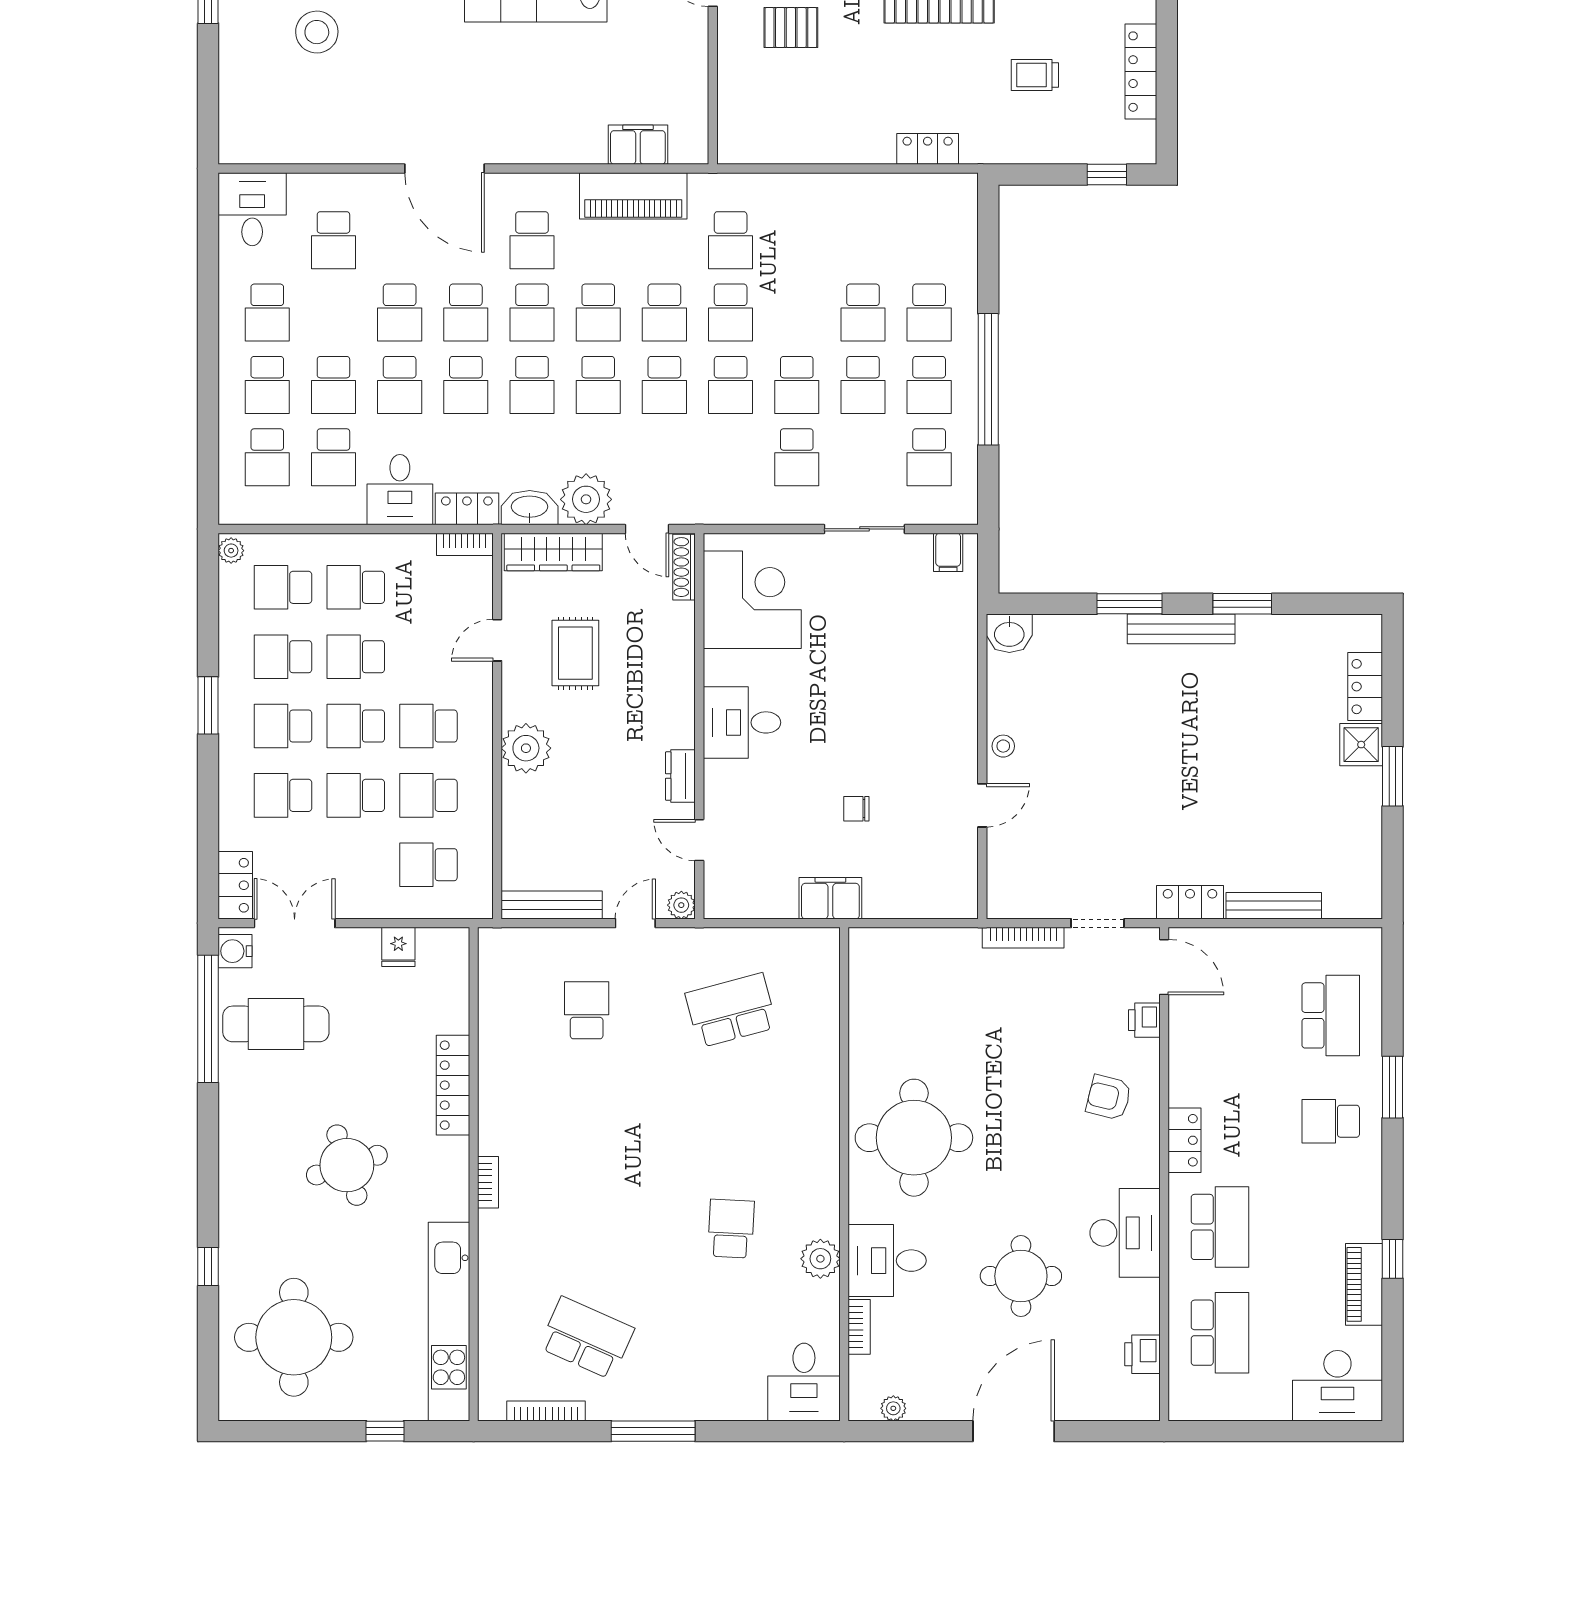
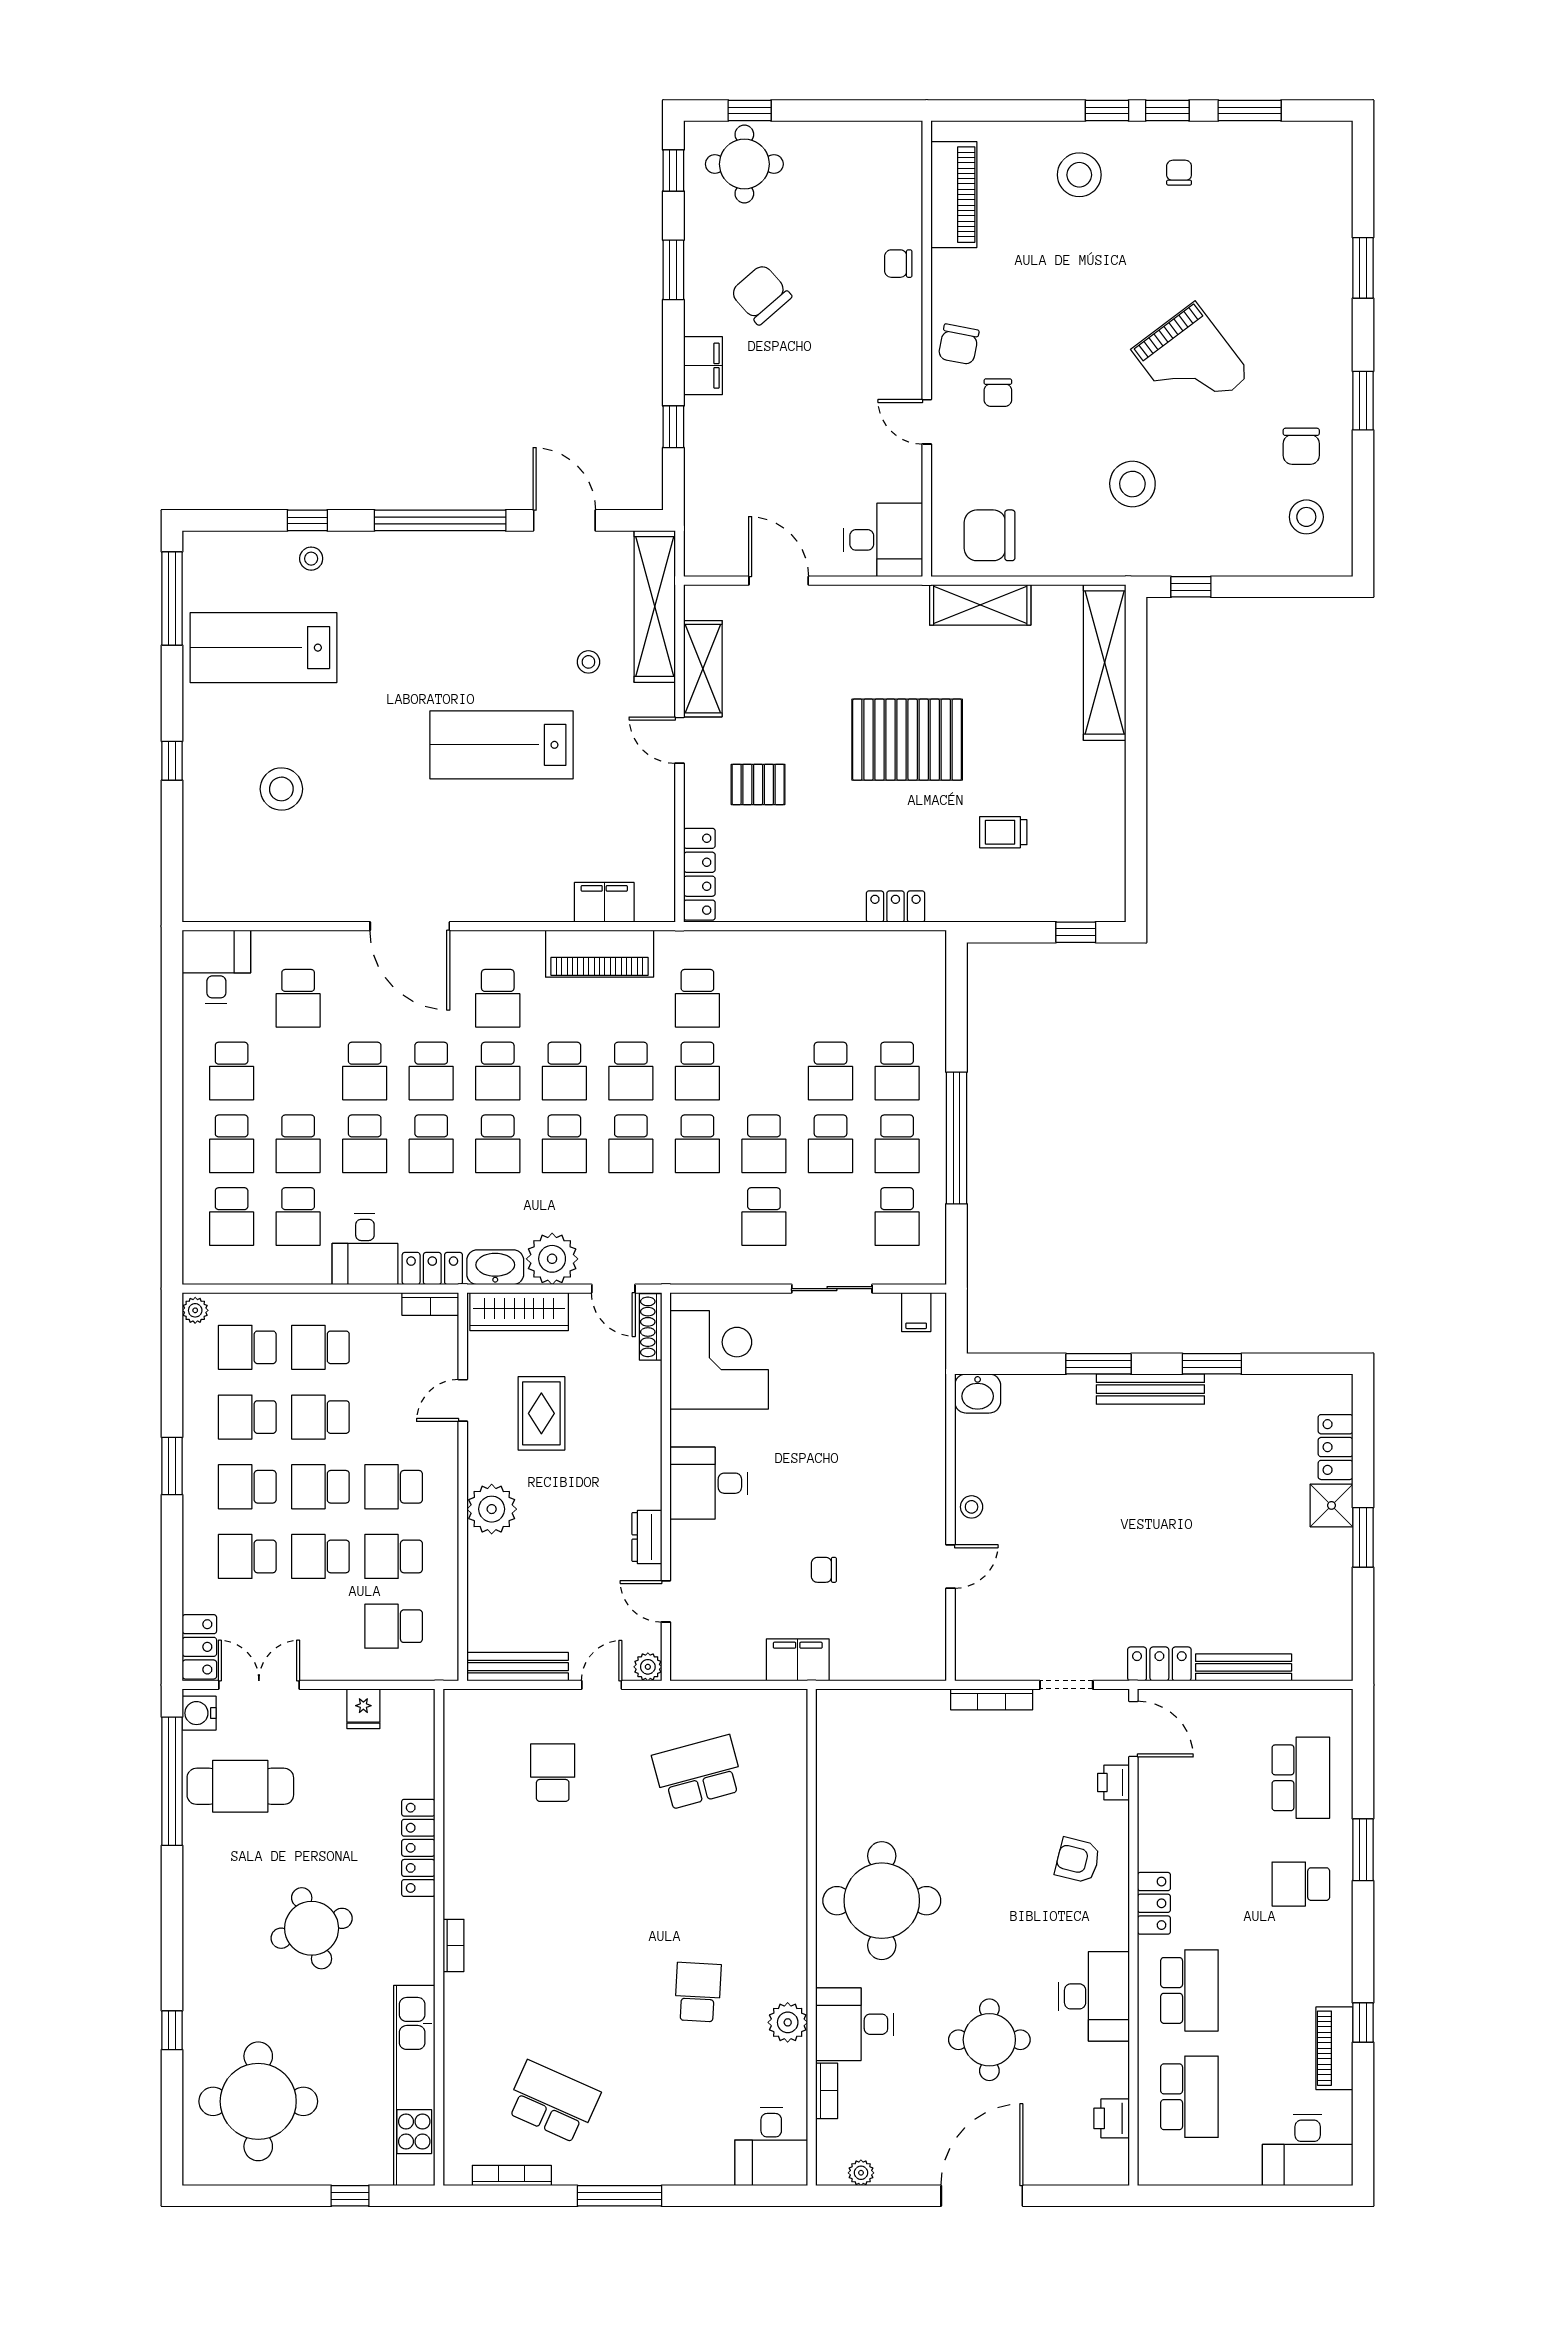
locker: (1141, 72) -> (699, 874), moved, turned 180

